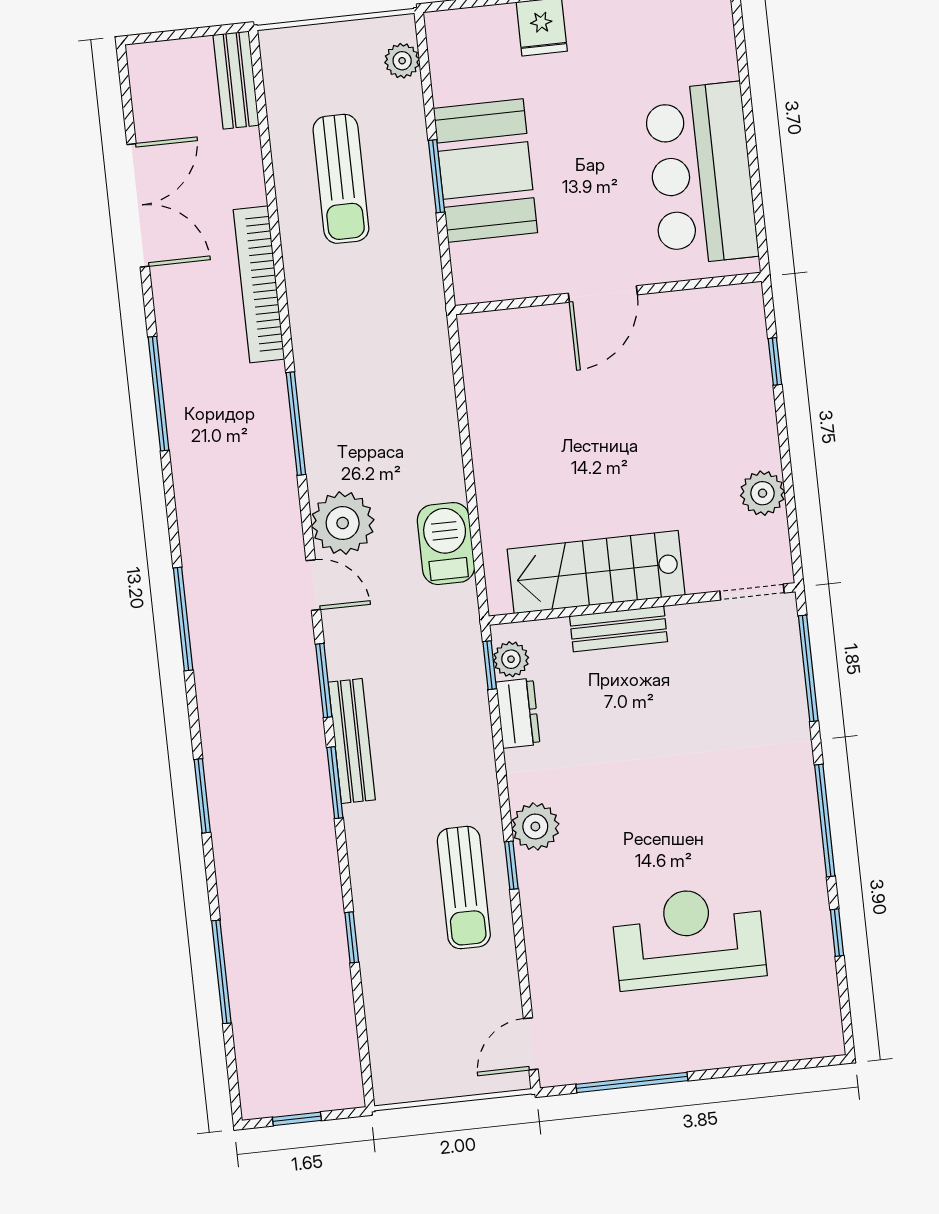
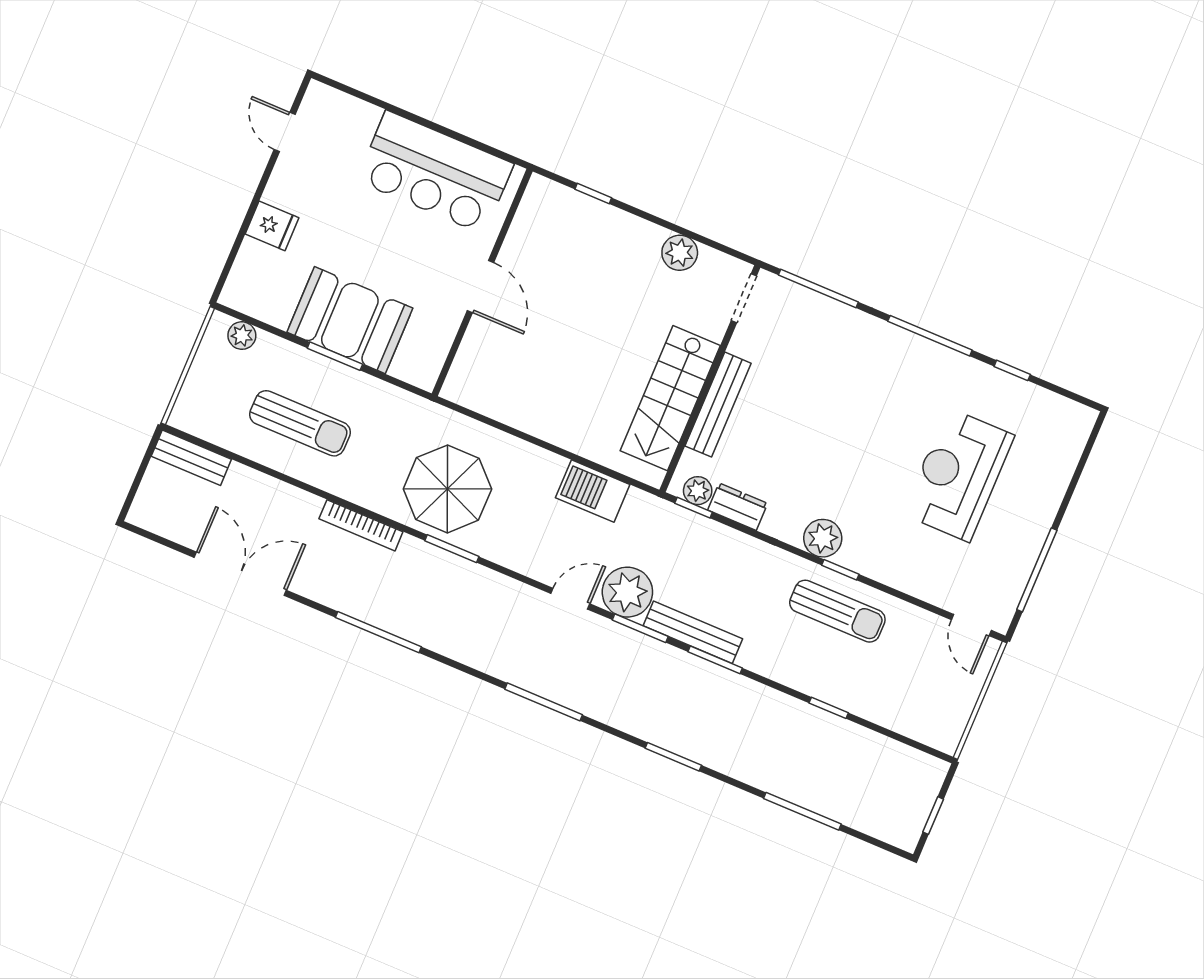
bookcase: (259, 284) -> (361, 525), width x0.68, depth x0.76
parasol: (359, 382) -> (447, 489), added
window: (296, 424) -> (452, 549), width x0.69
plant: (343, 523) -> (627, 592), moved
bench: (619, 629) -> (718, 405), width x1.36

